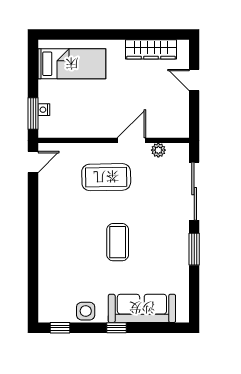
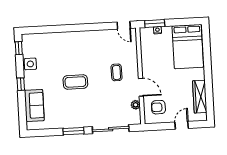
bed: (72, 64) -> (188, 47), width x1.50
armchair: (164, 115) -> (158, 107), added
coffee table: (106, 177) -> (117, 72), width x0.54, depth x0.58
sofa: (142, 308) -> (34, 105), width x0.73

